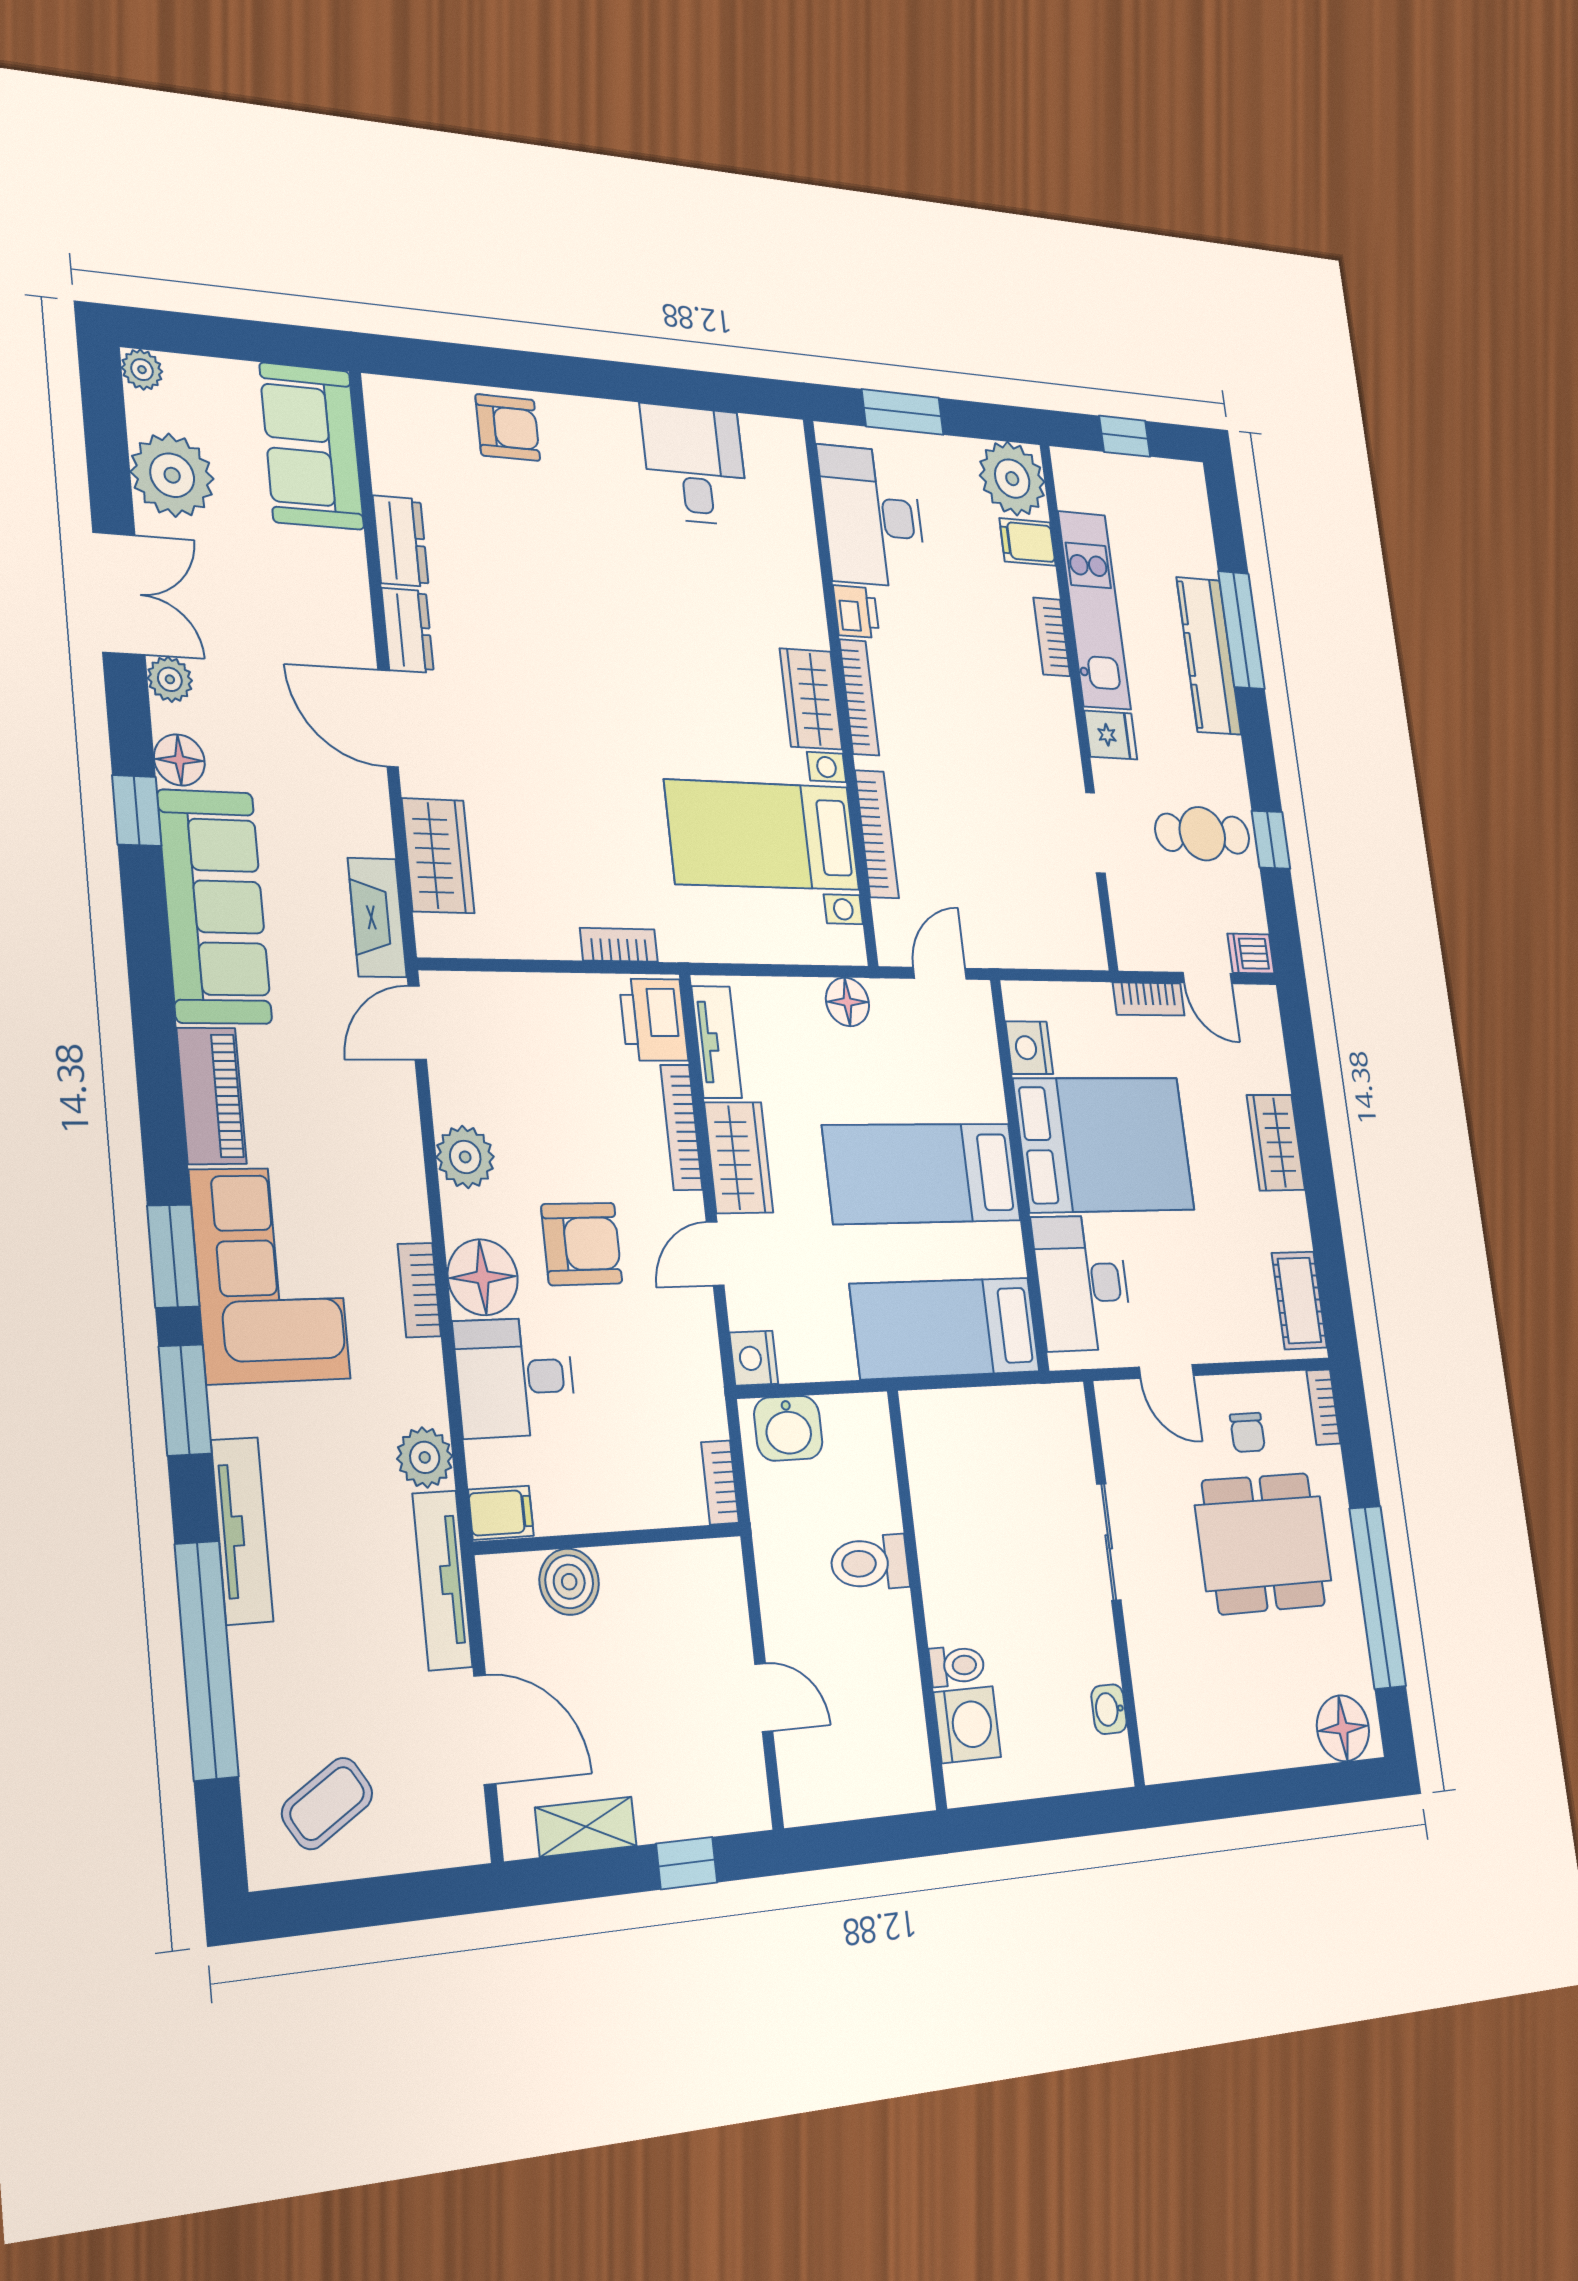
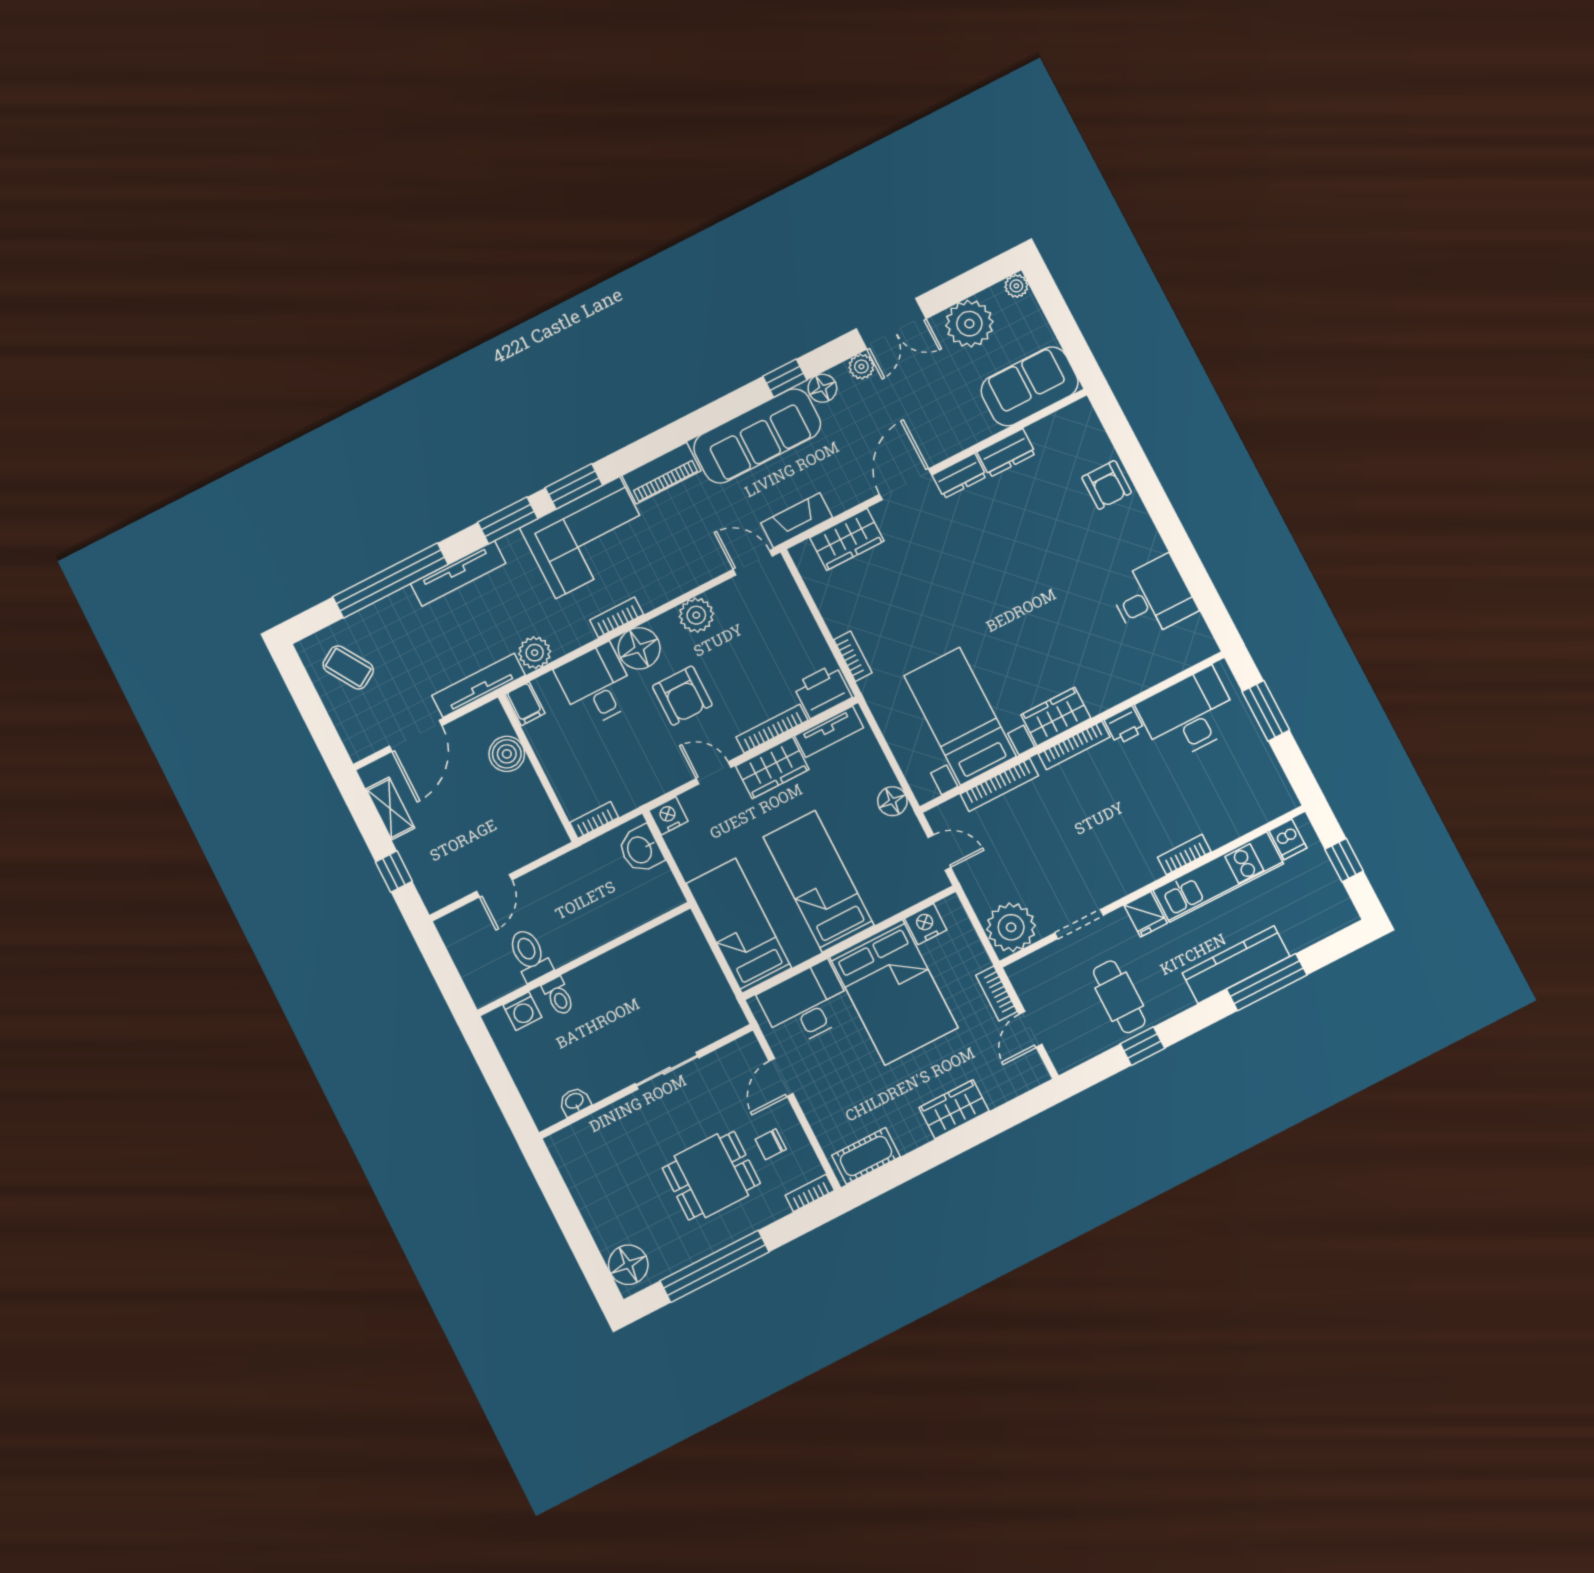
plant: (1012, 479) -> (1011, 927), moved
filing cabinet: (1028, 542) -> (1235, 818), removed
dishwasher: (1251, 954) -> (1288, 839), moved, turned 180
dining table: (1264, 1543) -> (711, 1176), width x0.73
toilet: (870, 1563) -> (530, 955), moved
washing machine: (967, 1725) -> (522, 1011), width x0.73, depth x0.73

